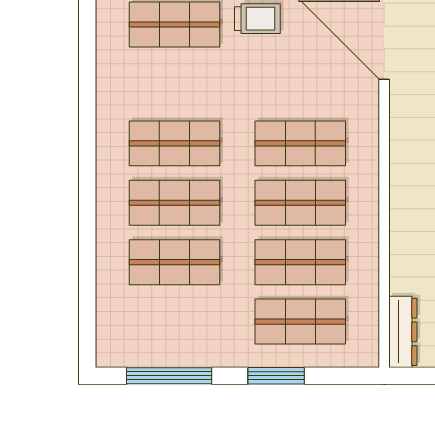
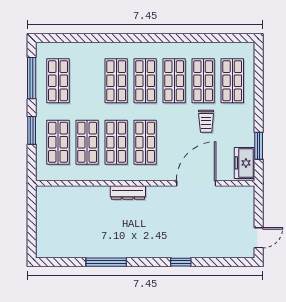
shop shelf: (174, 84) -> (174, 81), added
shop shelf: (174, 262) -> (58, 81), moved
dresser: (403, 332) -> (128, 192), moved

